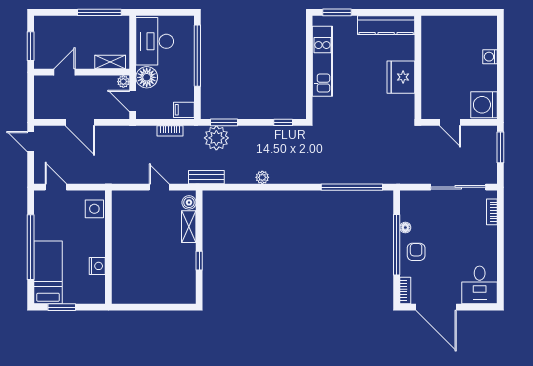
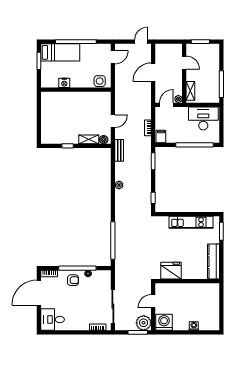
floor lamp: (147, 77) -> (181, 113), removed
fridge: (401, 77) -> (171, 271), moved
plant: (216, 138) -> (144, 323), moved

